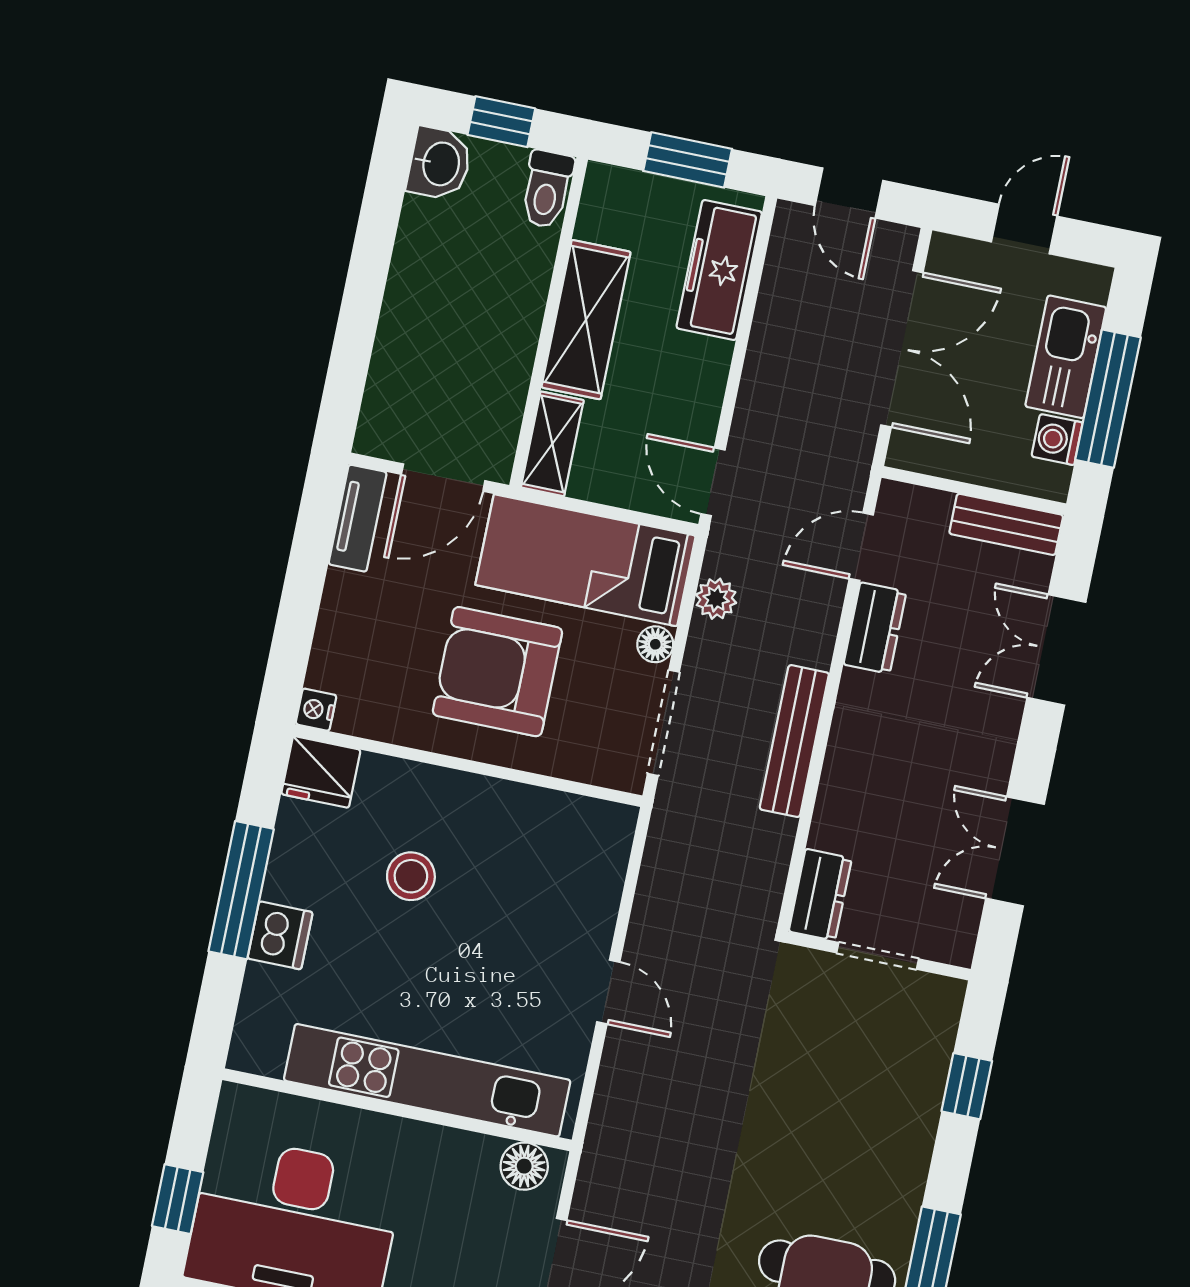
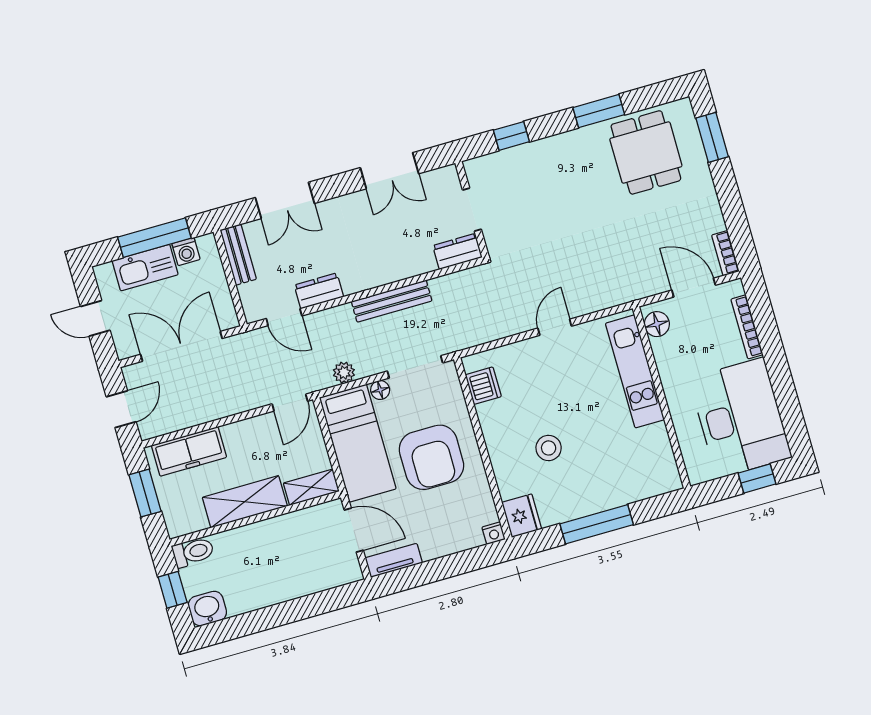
dishwasher: (280, 935) -> (483, 386), moved, turned 90
kitchen unit: (427, 1080) -> (635, 371), width x0.73

